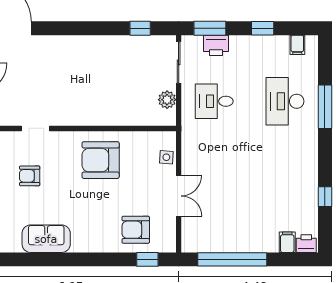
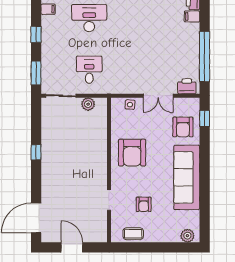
window: (140, 28) -> (36, 152), moved
printer: (216, 45) -> (187, 86), moved, turned -90
desk: (214, 101) -> (89, 70), turned 180
desk: (285, 101) -> (89, 18), turned 180
double door: (179, 196) -> (158, 96), swing flipped
sofa: (46, 239) -> (187, 177), width x1.85, depth x1.27

